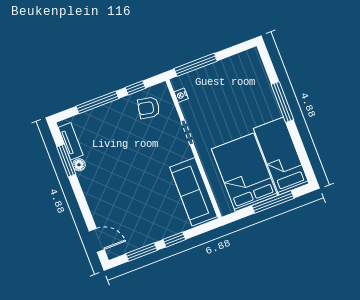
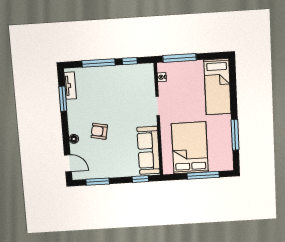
window: (282, 102) -> (235, 135), moved
armchair: (149, 108) -> (99, 131), moved
bed: (281, 156) -> (217, 87), moved, turned 180
floor lamp: (79, 165) -> (74, 139), moved
window: (174, 240) -> (140, 179), moved

